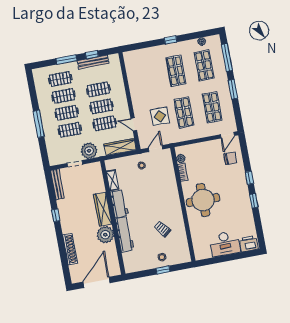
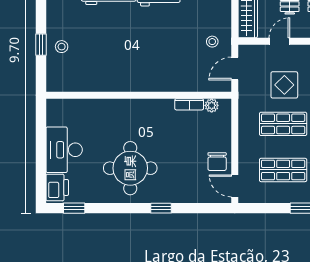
door: (156, 149) -> (235, 69), swing flipped
chair: (230, 158) -> (217, 162), moved
round table: (203, 200) -> (130, 168), moved
window: (254, 201) -> (74, 208), moved
trolley: (162, 229) -> (106, 56), removed

